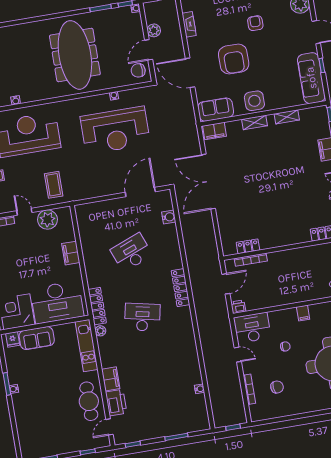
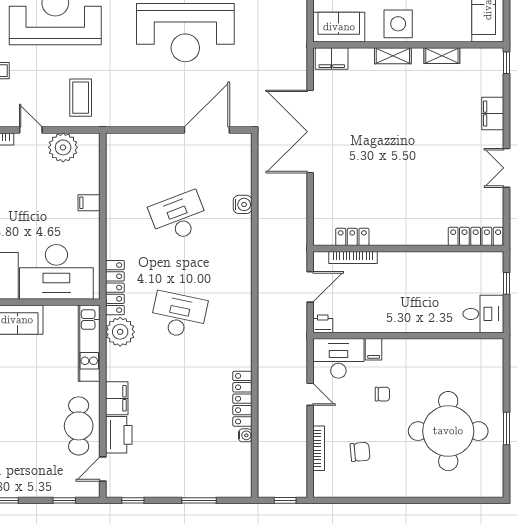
water cooler: (169, 217) -> (243, 204), moved
filing cabinet: (71, 253) -> (89, 203), width x0.50
locker: (181, 288) -> (242, 399), moved
filing cabinet: (303, 313) -> (374, 349), moved
plant: (100, 331) -> (120, 332), width x1.87, depth x1.87

